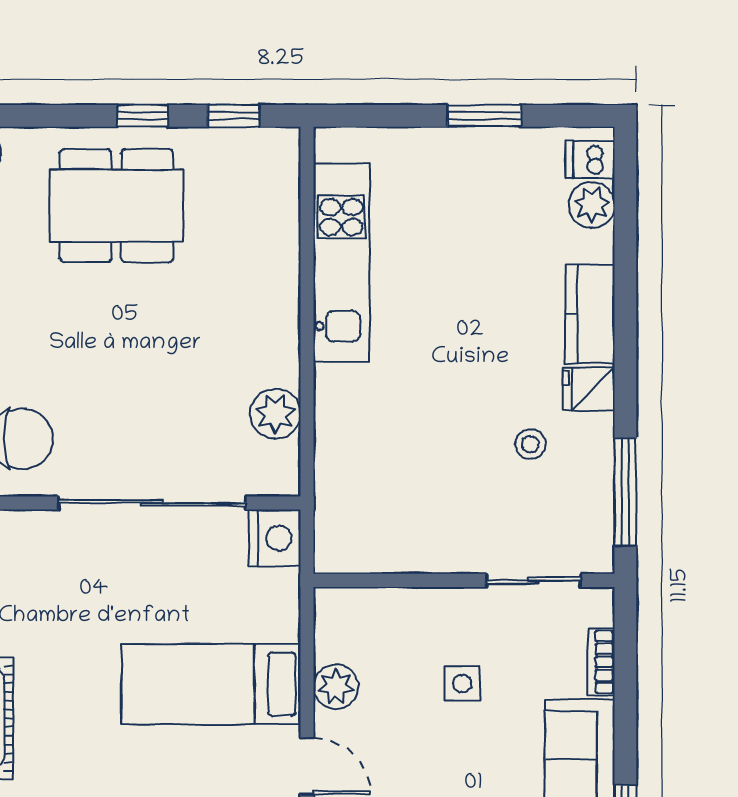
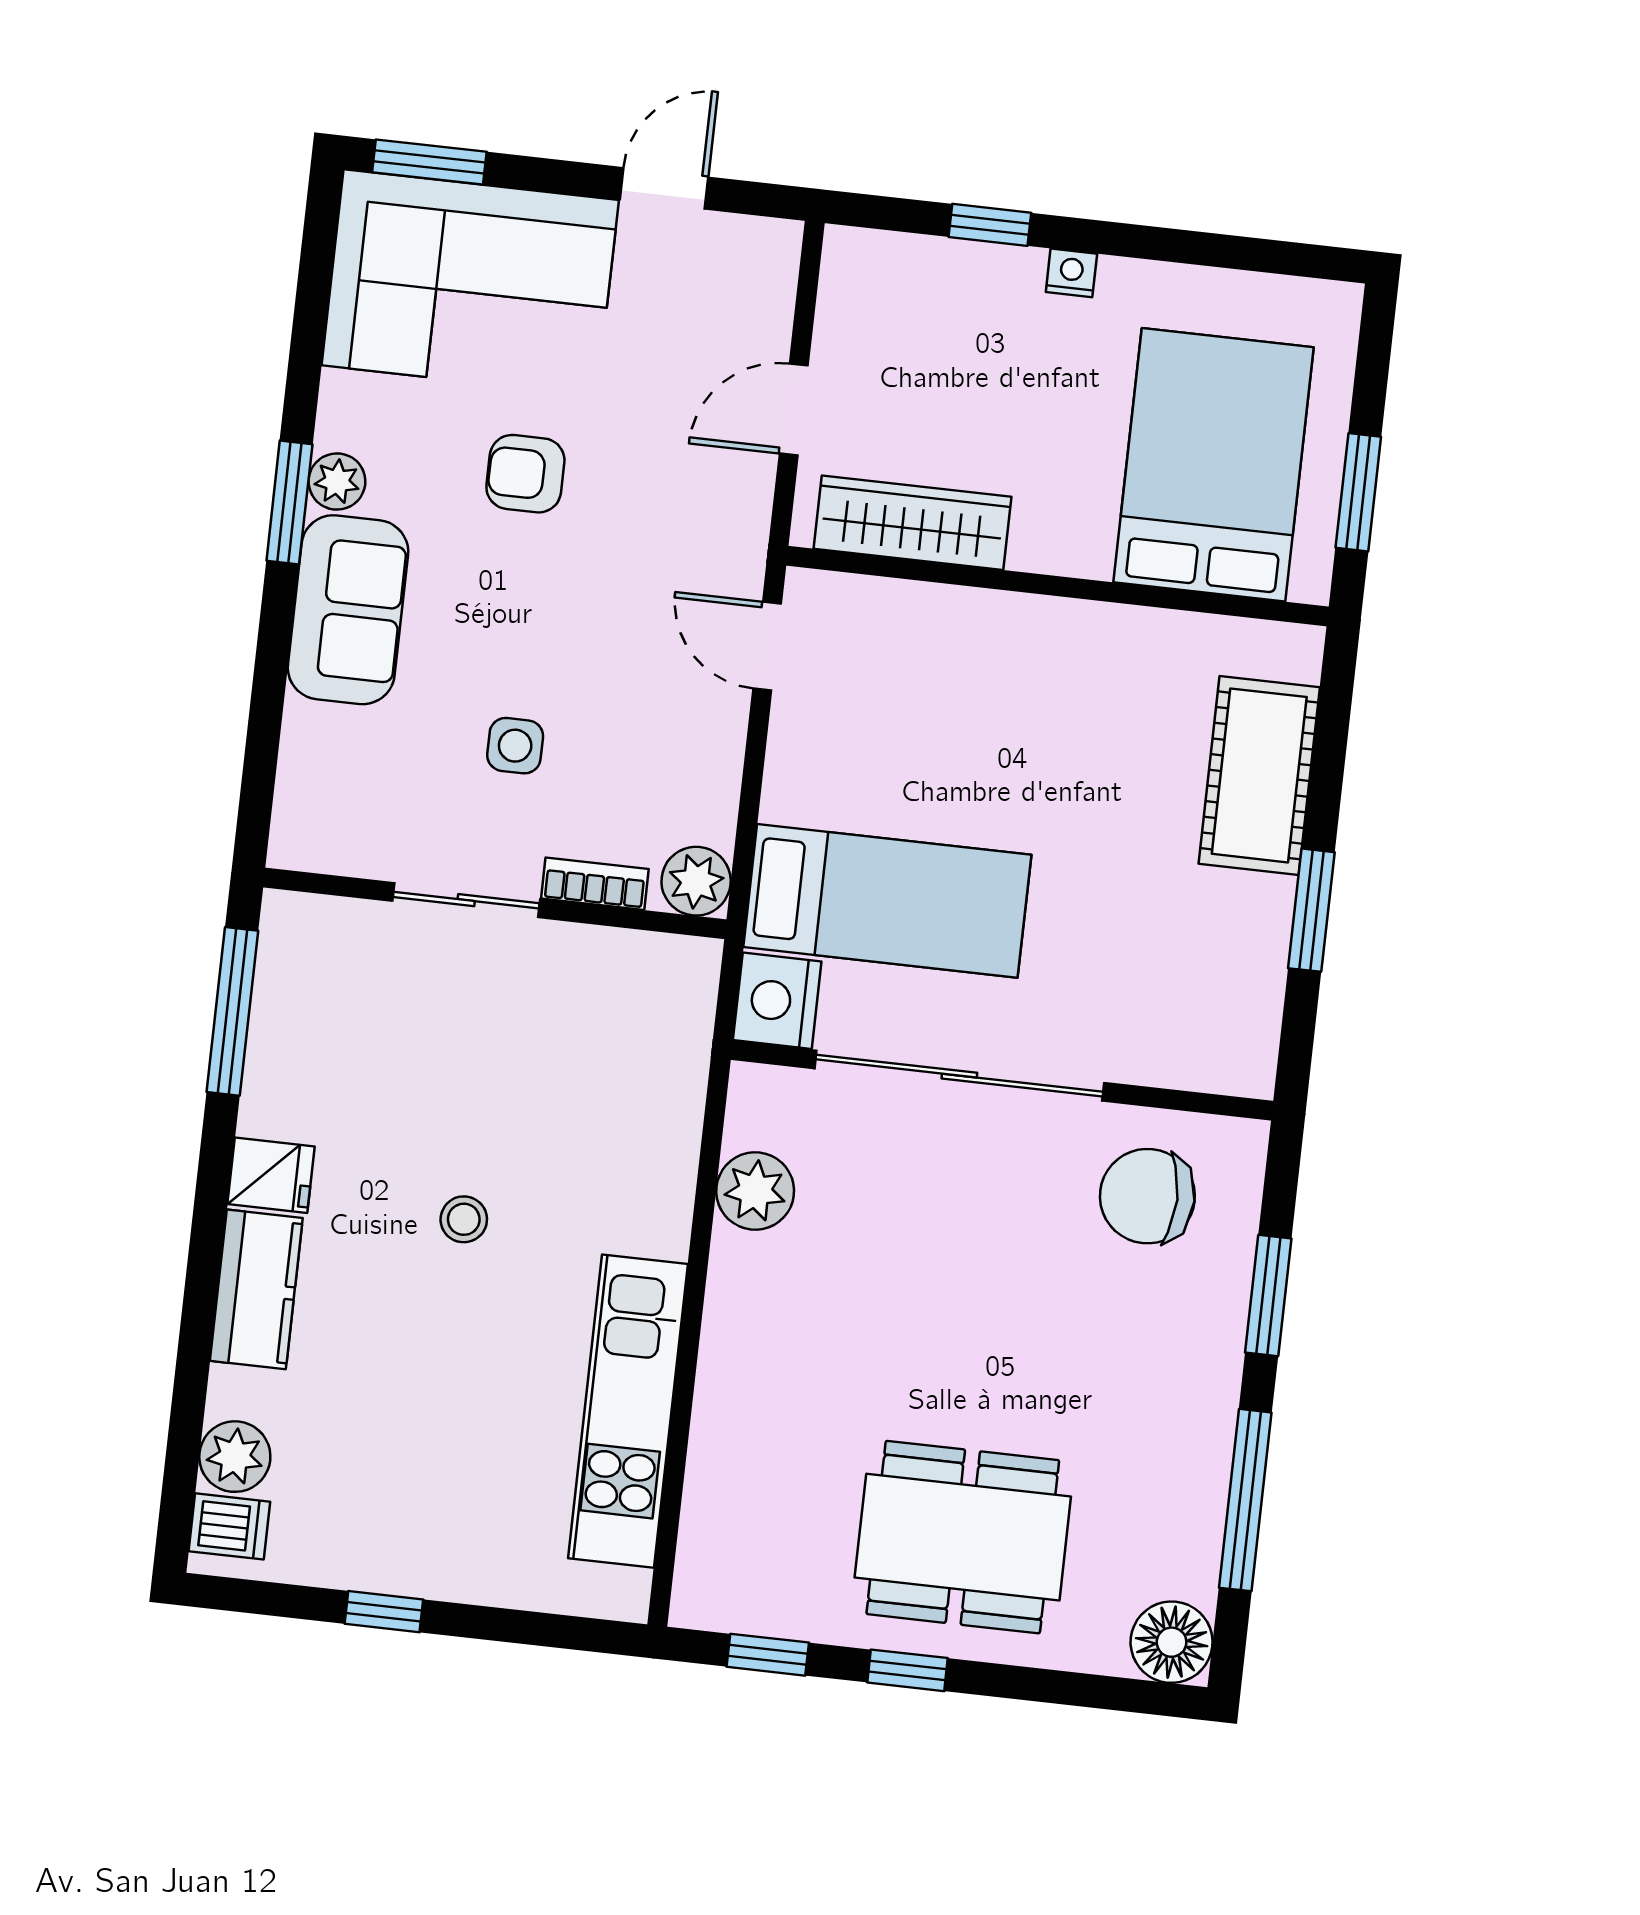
window: (484, 116) -> (384, 1612), width x0.67
stool: (531, 444) -> (464, 1219), moved
sliding door: (534, 580) -> (466, 900), moved
bookcase: (601, 662) -> (595, 884), moved, turned -90
bed: (211, 684) -> (887, 901), moved
plant: (336, 687) -> (696, 881), moved

